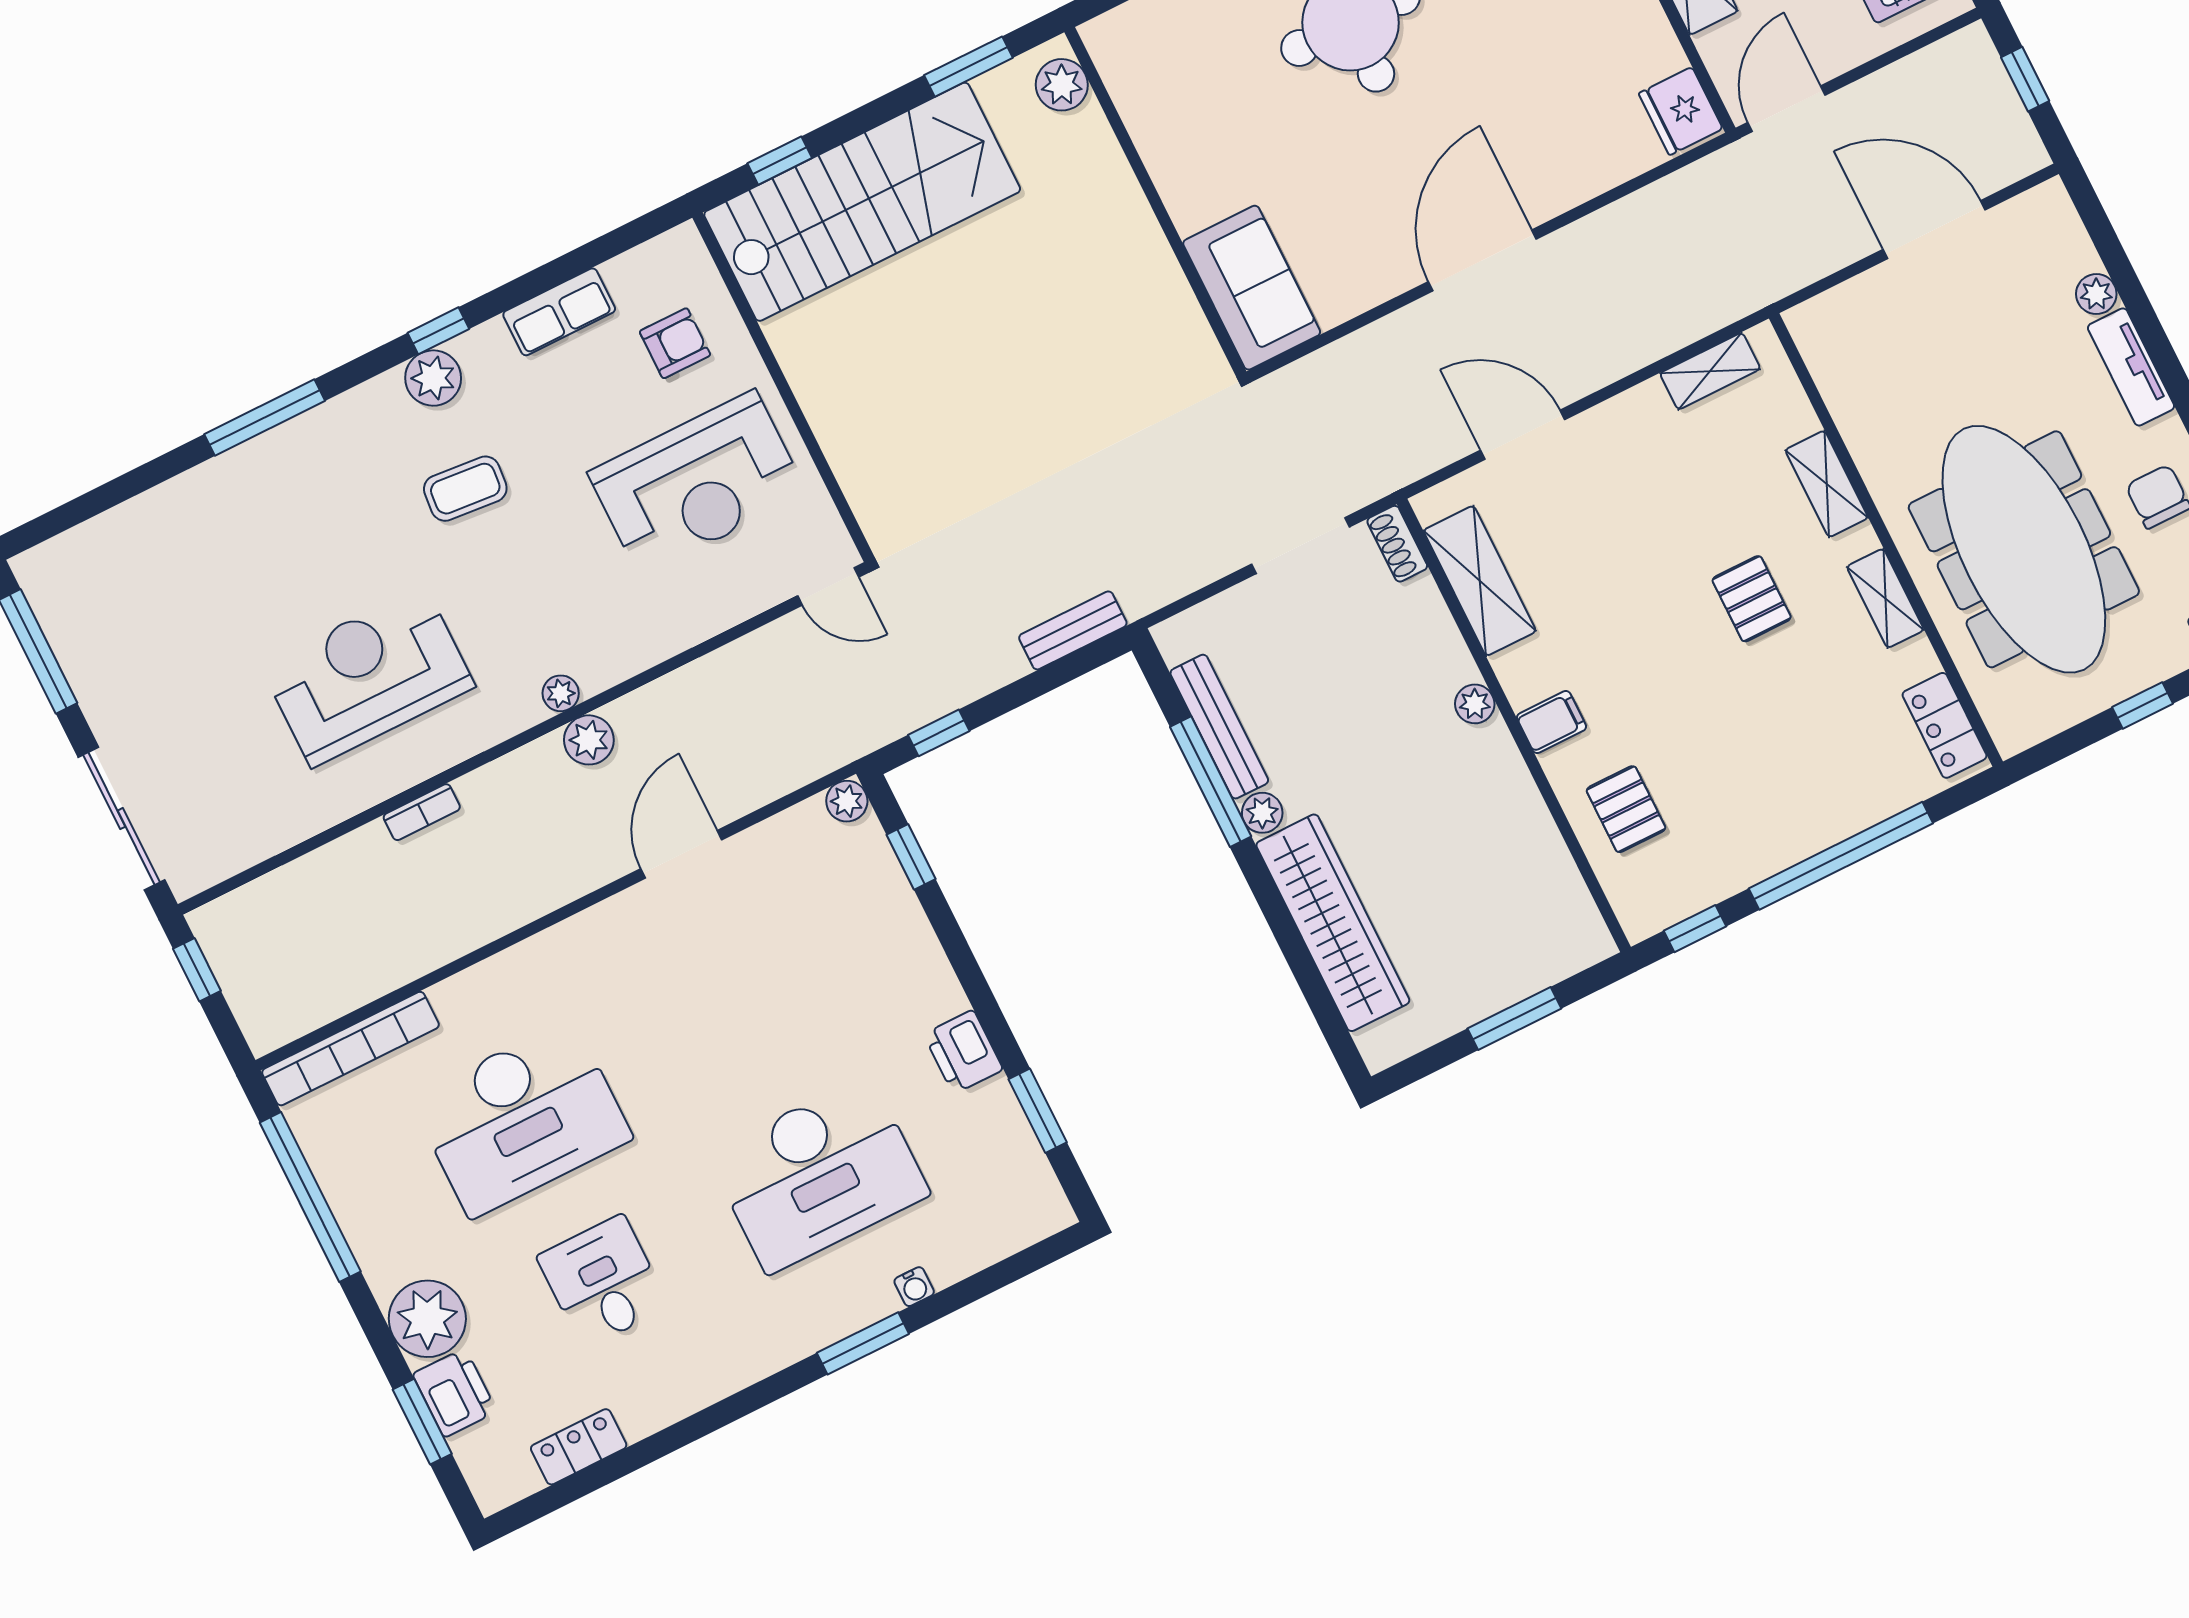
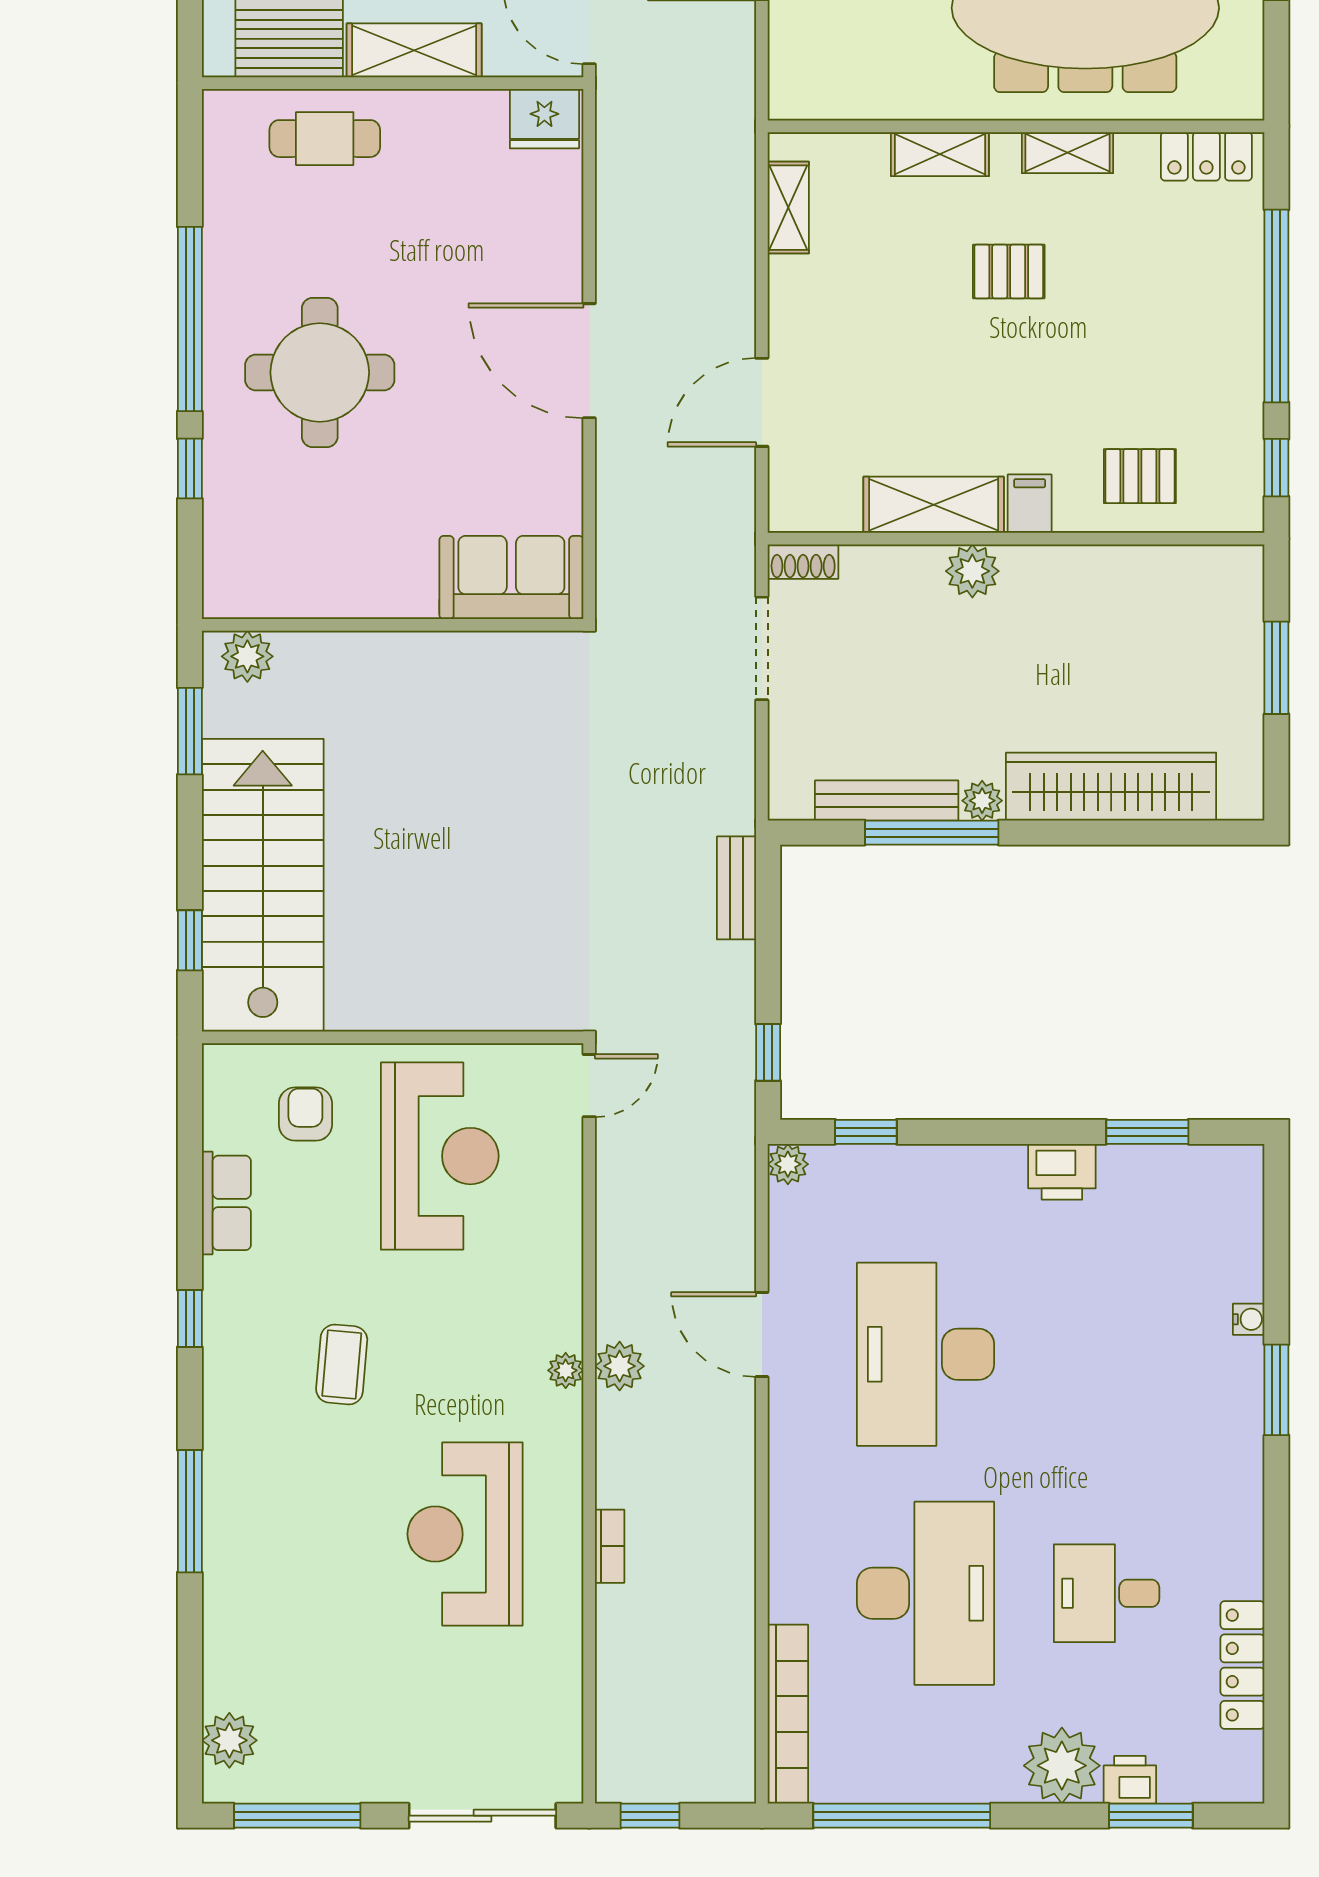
plant: (433, 378) -> (229, 1740), moved
shelving: (1480, 581) -> (934, 505), moved
plant: (1475, 704) -> (972, 571), width x1.38, depth x1.38
desk: (819, 1174) -> (925, 1354), moved, turned 180
printer: (455, 1393) -> (1130, 1780), width x0.73, depth x0.81
locker: (579, 1447) -> (1242, 1665), width x1.53

